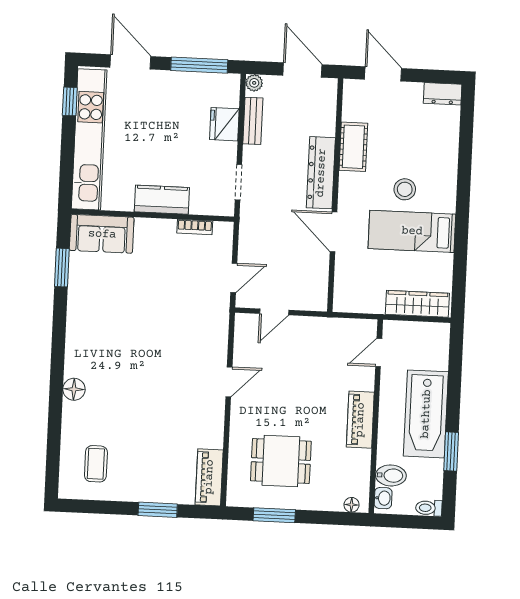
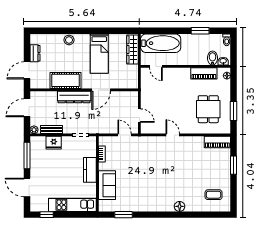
door: (130, 62) -> (27, 187), hinge flipped
dresser: (443, 94) -> (35, 53), moved
kitchen unit: (89, 139) -> (72, 205), width x0.73
cot: (353, 147) -> (66, 80), width x1.37, depth x1.34
stool: (405, 189) -> (69, 40), moved
sofa: (102, 234) -> (107, 185), moved
bathtub: (426, 414) -> (161, 43), moved
piano: (360, 420) -> (204, 73), moved

